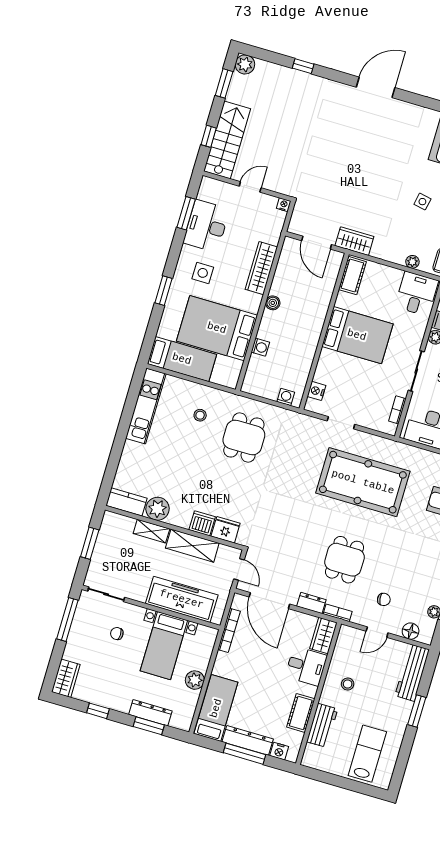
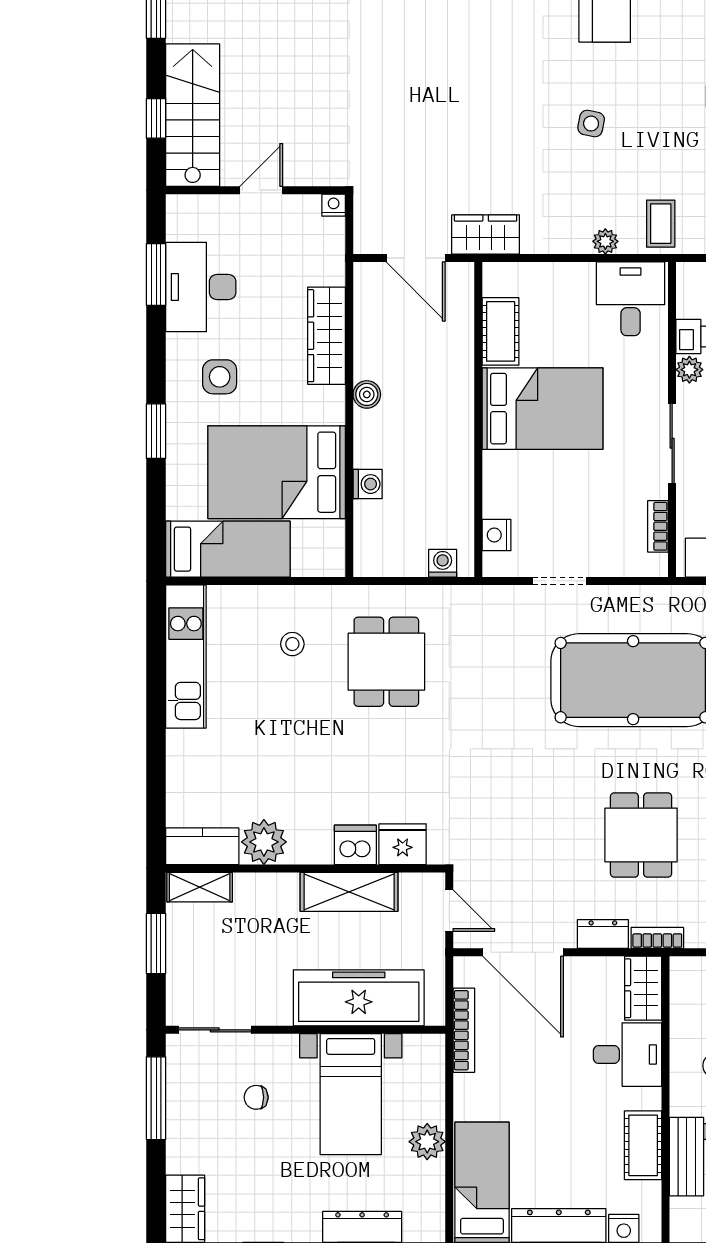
cot: (352, 276) -> (501, 331), moved
shelving: (151, 531) -> (200, 887), moved

